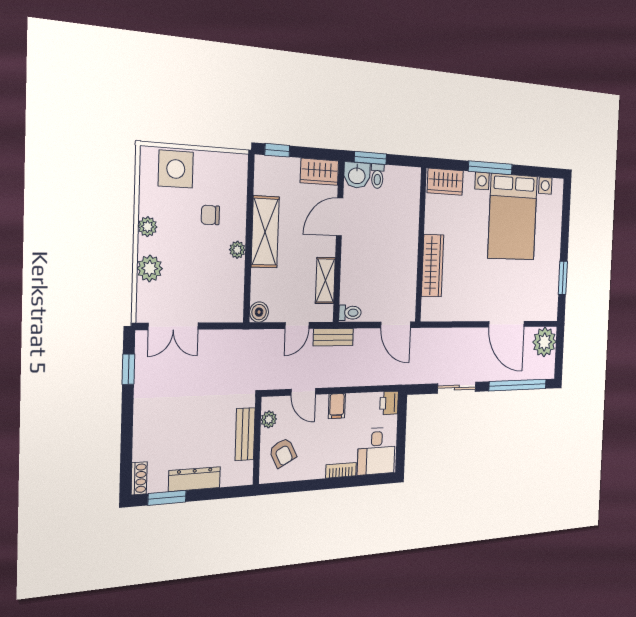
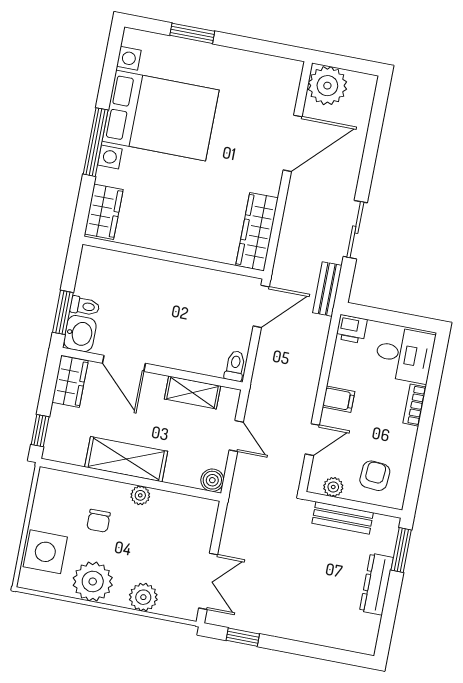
plant: (148, 227) -> (93, 581), width x1.87, depth x1.87
wardrobe: (433, 266) -> (257, 232), moved, turned -90
window: (563, 278) -> (192, 33), moved
bench: (333, 337) -> (327, 289), moved
window: (518, 385) -> (373, 136), removed
armchair: (283, 453) -> (375, 476), turned -59
shoe rack: (139, 478) -> (359, 645), removed
window: (167, 498) -> (401, 550), moved

